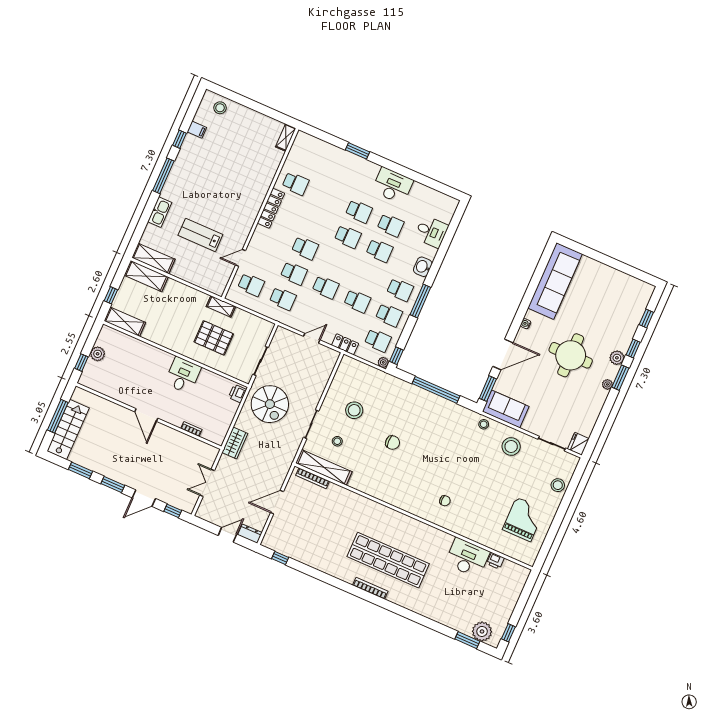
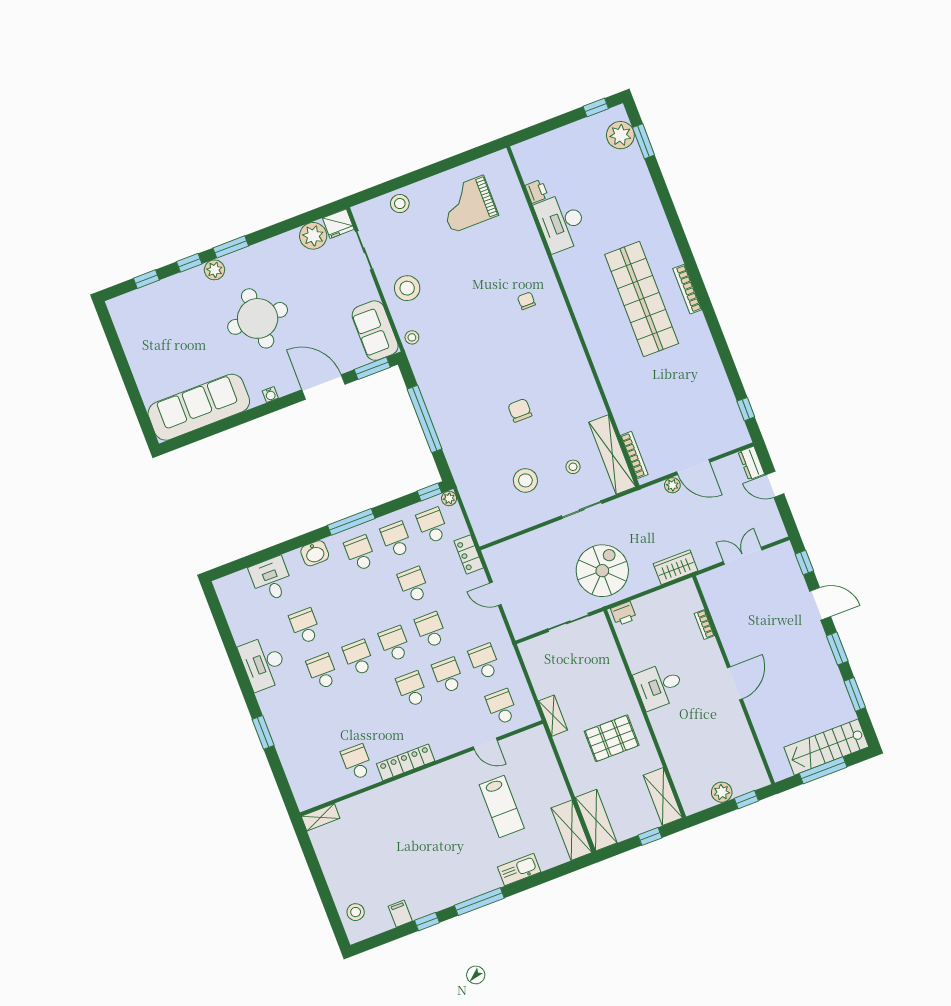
school desk: (379, 251) -> (395, 644), moved
pallet: (214, 338) -> (612, 738), moved, turned 90
plant: (607, 384) -> (313, 236), moved, width x1.88, depth x1.88
plant: (278, 482) -> (672, 485), added
double door: (207, 483) -> (743, 556), swing flipped

